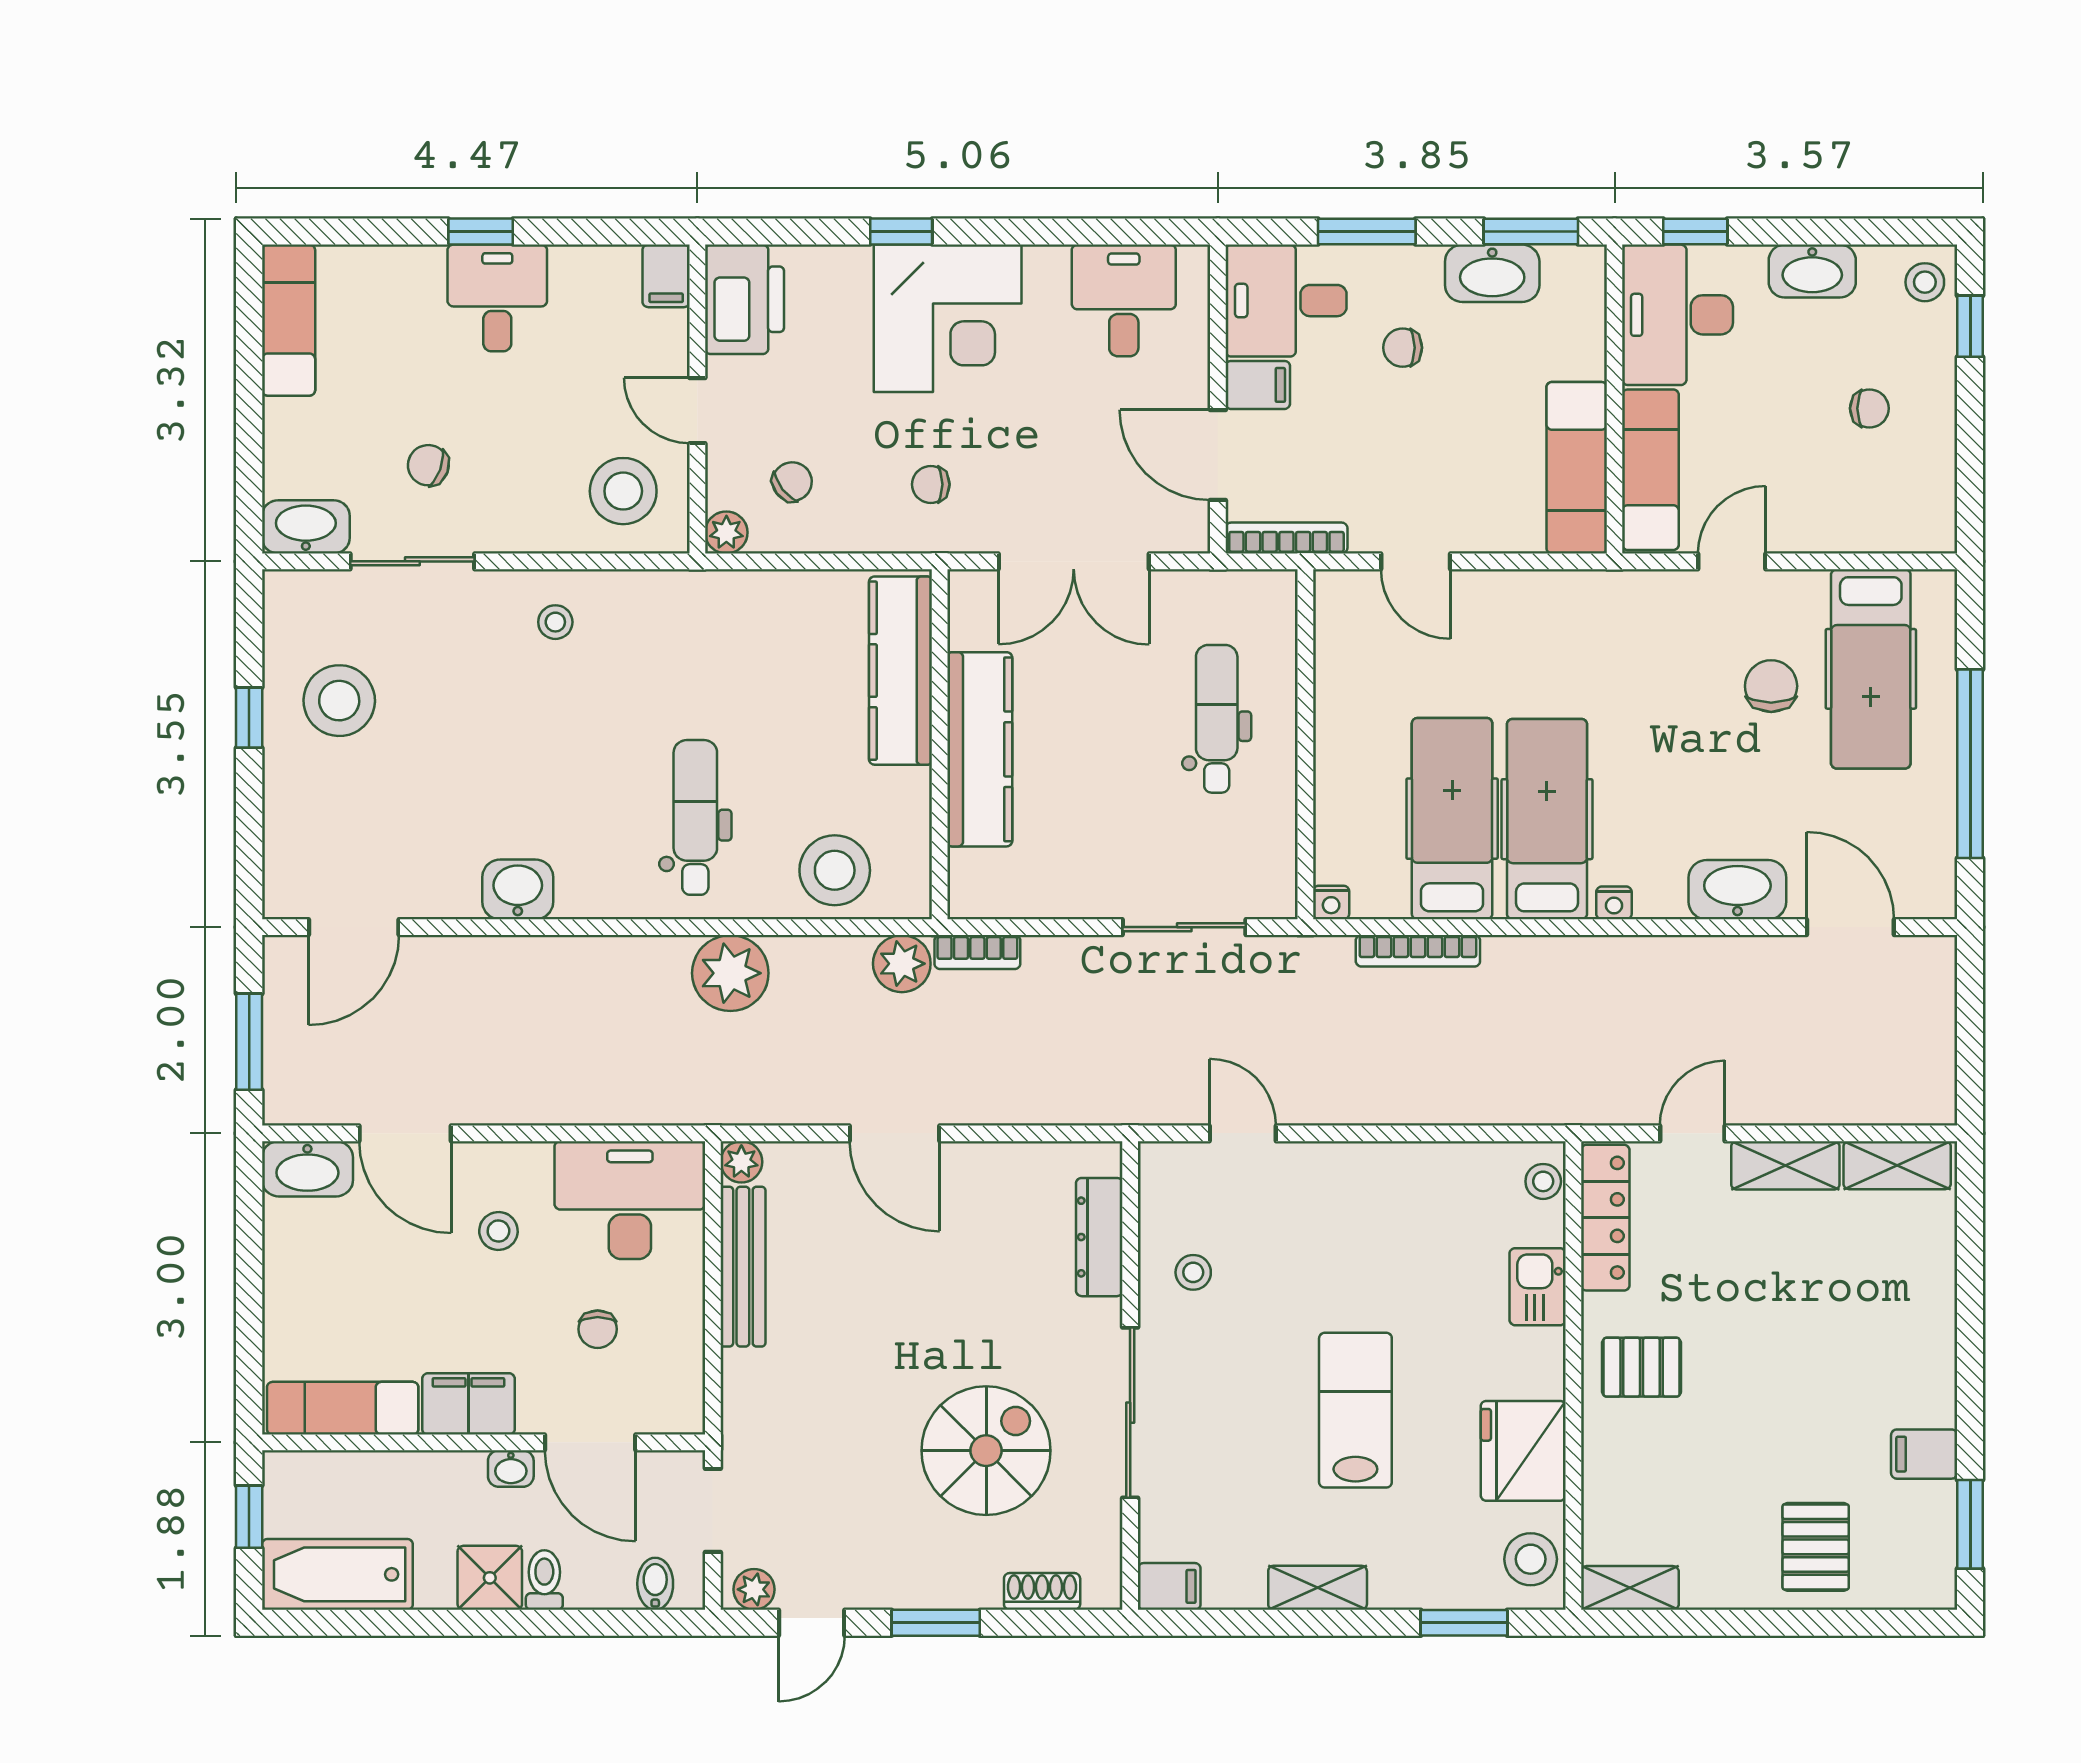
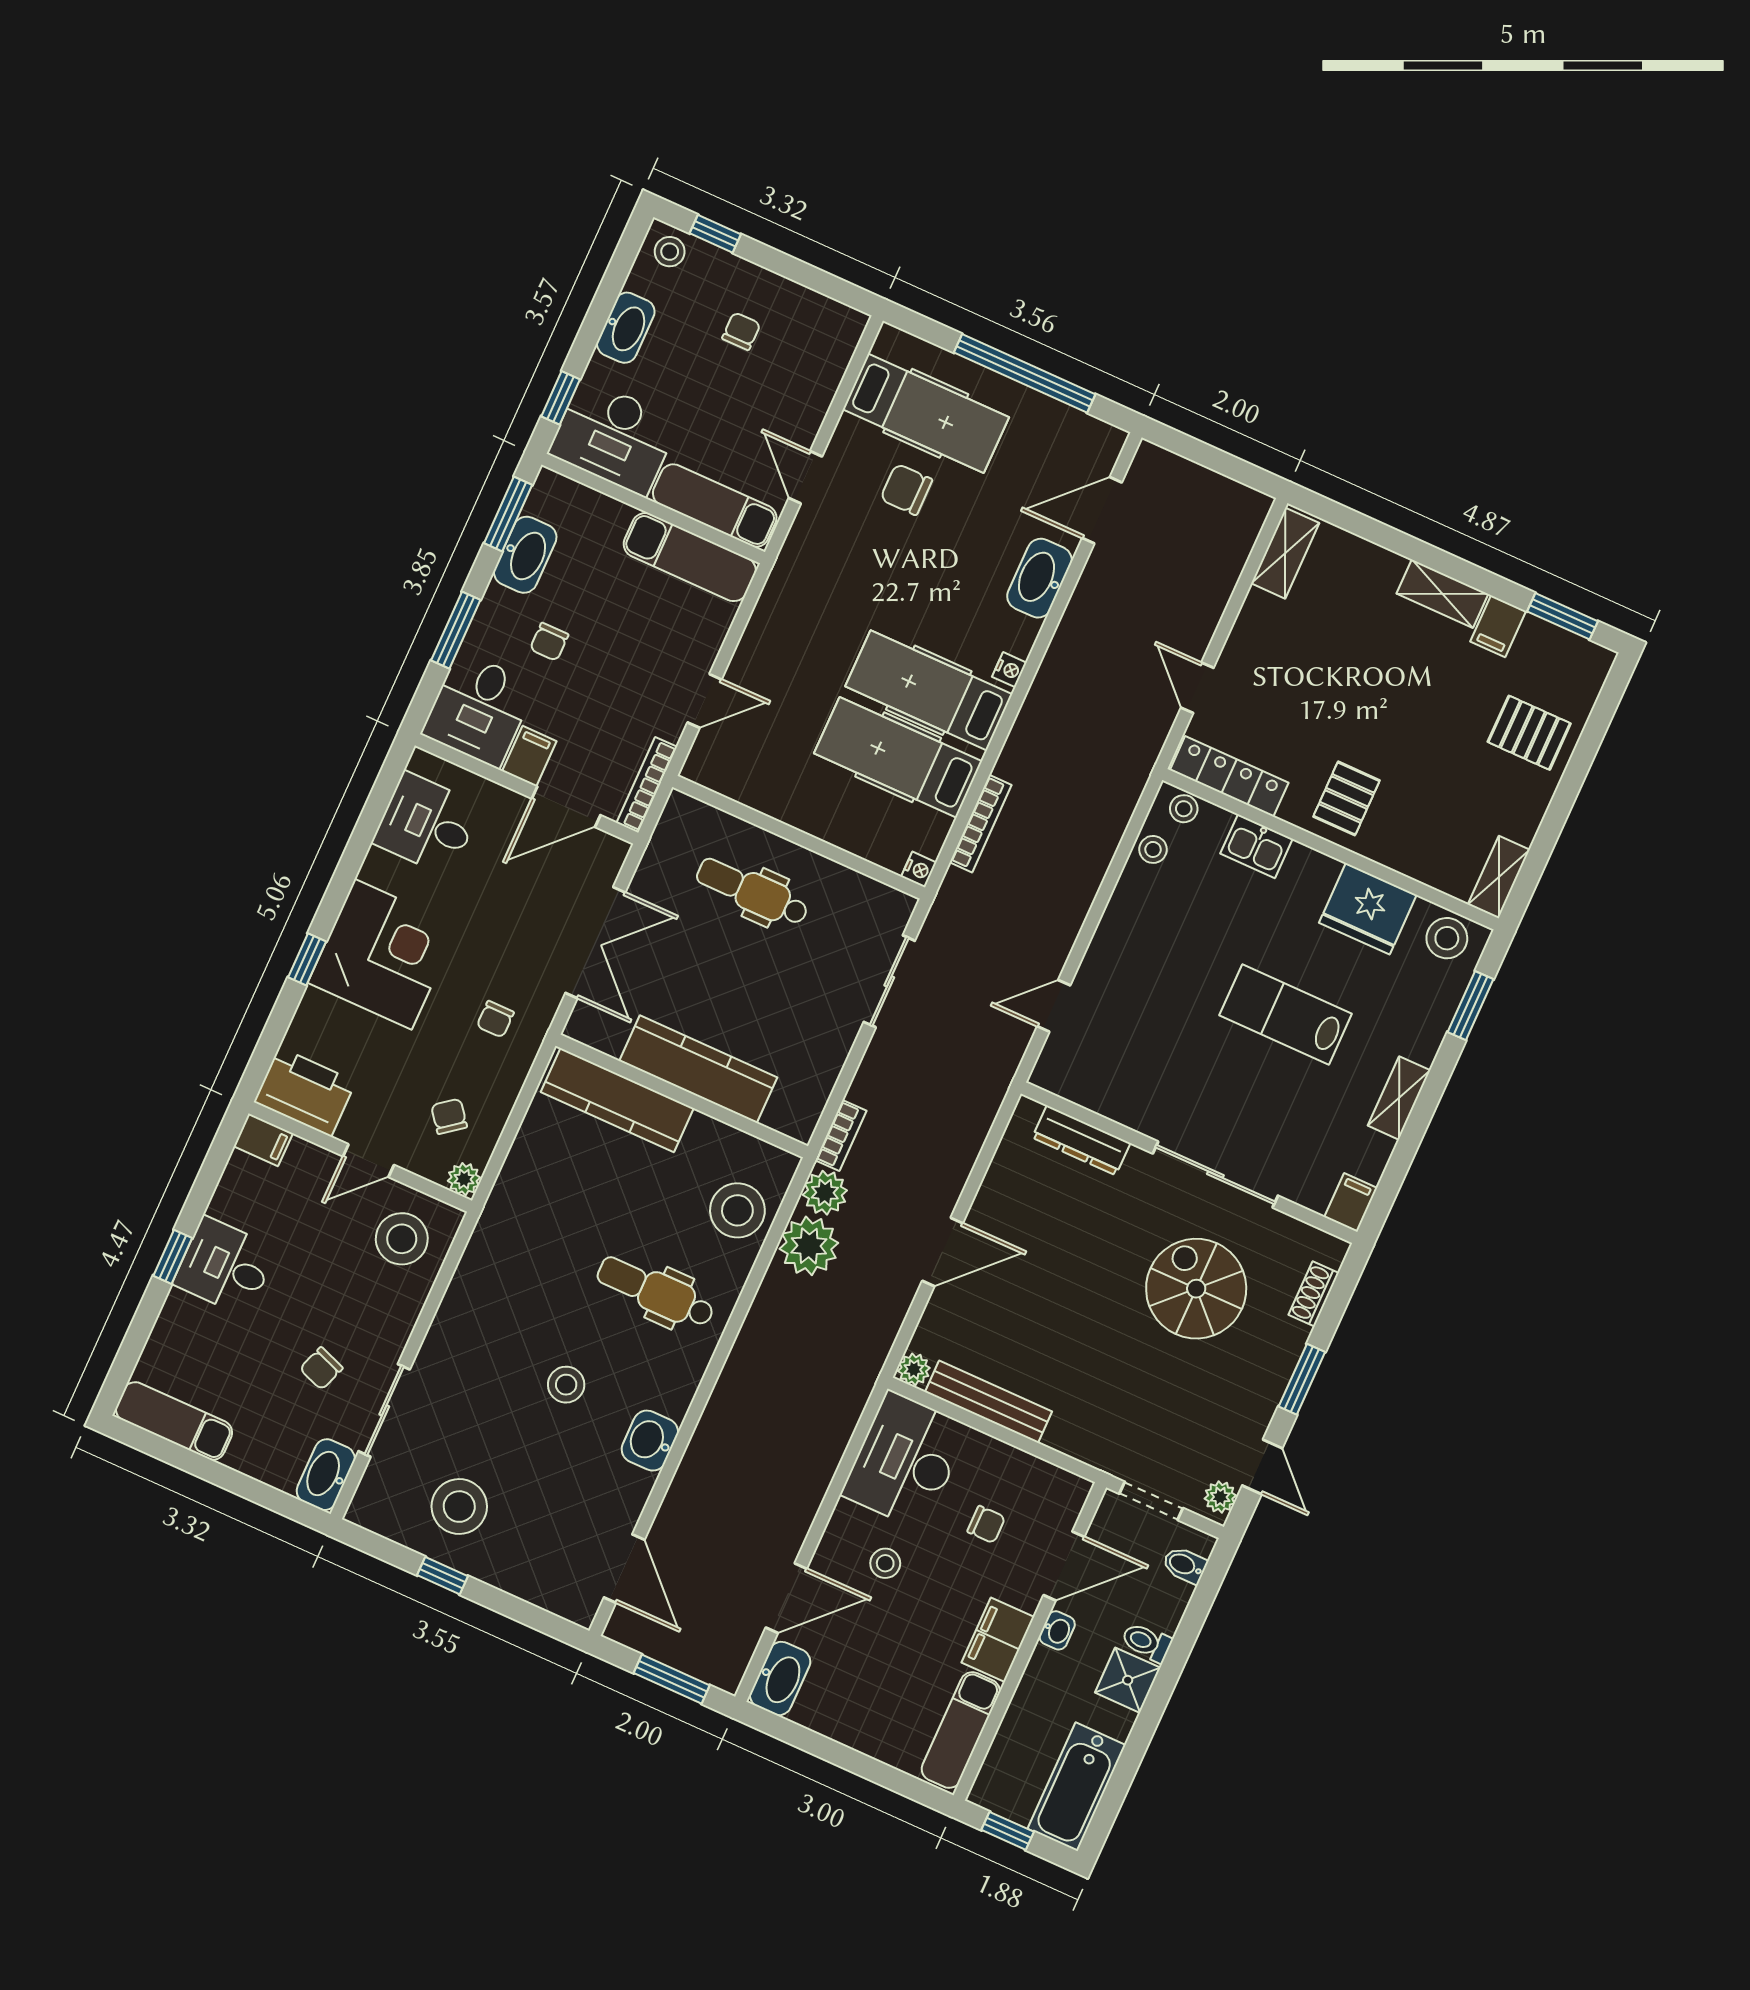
stool: (555, 622) -> (566, 1385), moved, width x1.37, depth x1.37
plant: (730, 973) -> (809, 1246), moved
shelving: (1785, 1165) -> (1442, 594), moved, turned 90
stool: (1193, 1272) -> (1153, 849), moved

